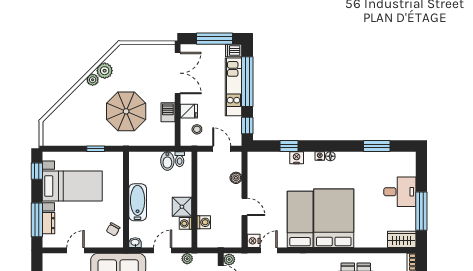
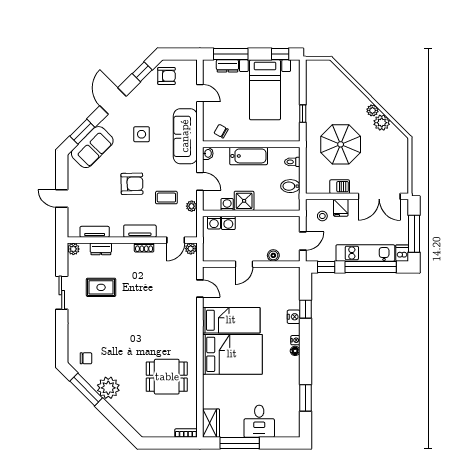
toilet: (180, 159) -> (292, 162), moved
washing machine: (203, 236) -> (214, 223), added
nightstand: (254, 241) -> (210, 273), removed

